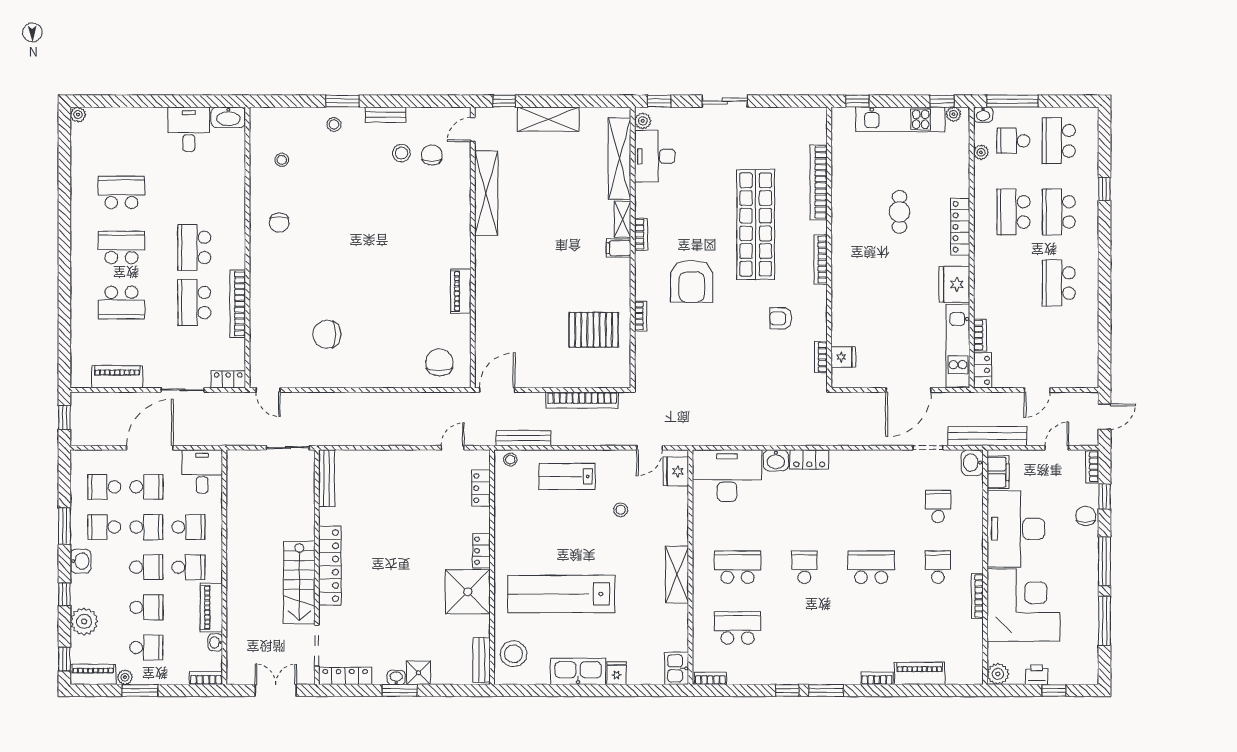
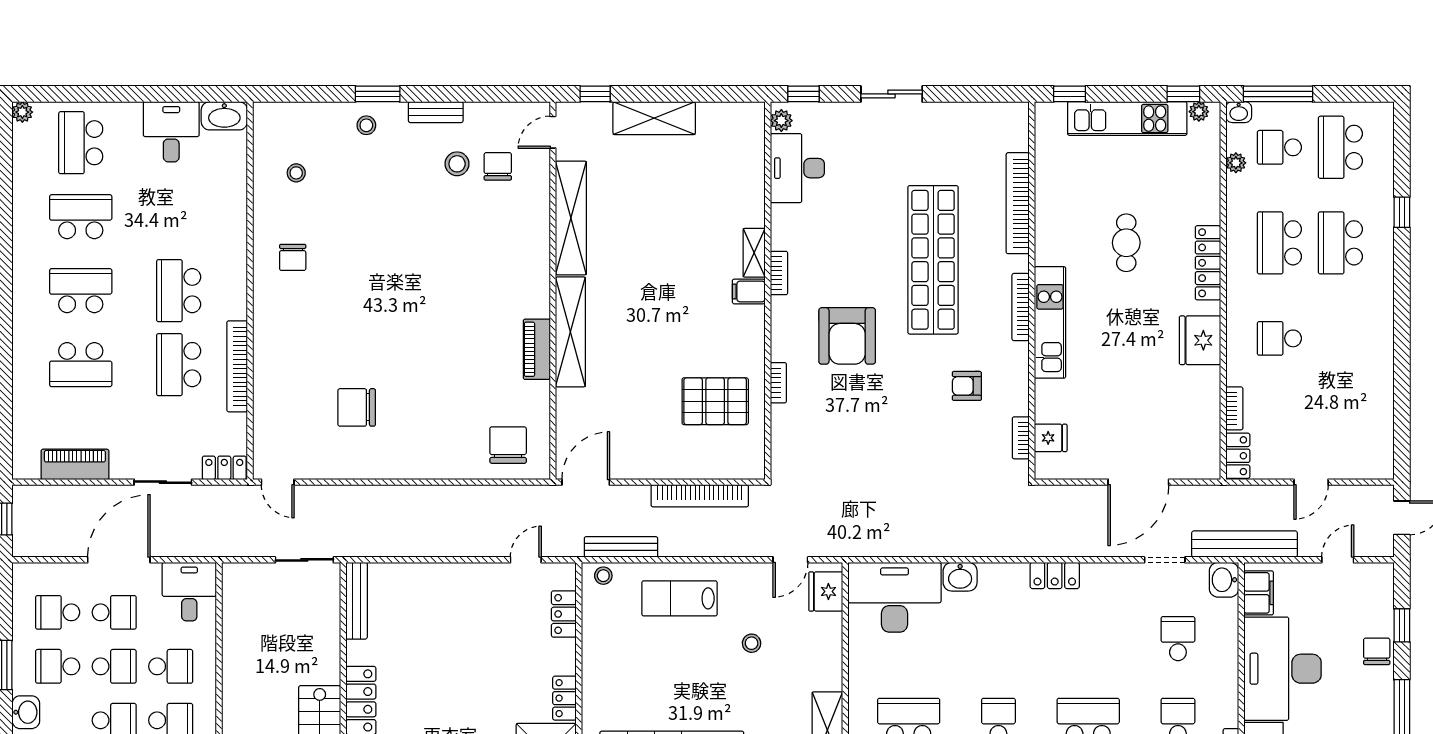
school desk: (121, 137) -> (81, 143), added
shelving: (620, 159) -> (570, 332), moved
school desk: (1059, 283) -> (1279, 338), moved, width x0.54
kitchen unit: (958, 346) -> (1050, 322), moved, turned 180
locker: (809, 459) -> (1055, 575), moved
bookcase: (1092, 467) -> (1385, 586), removed

